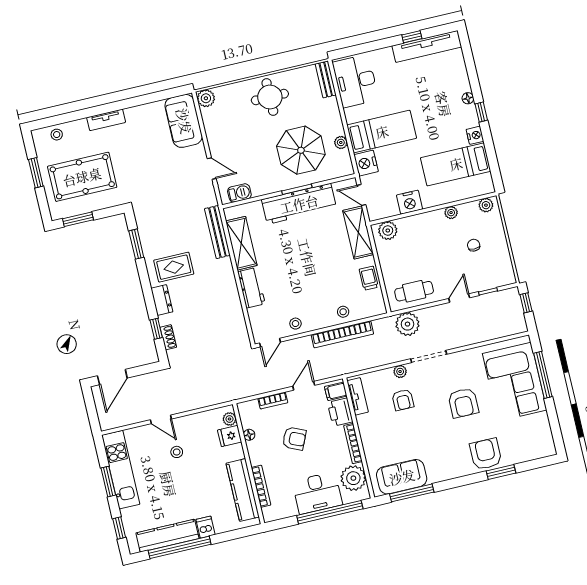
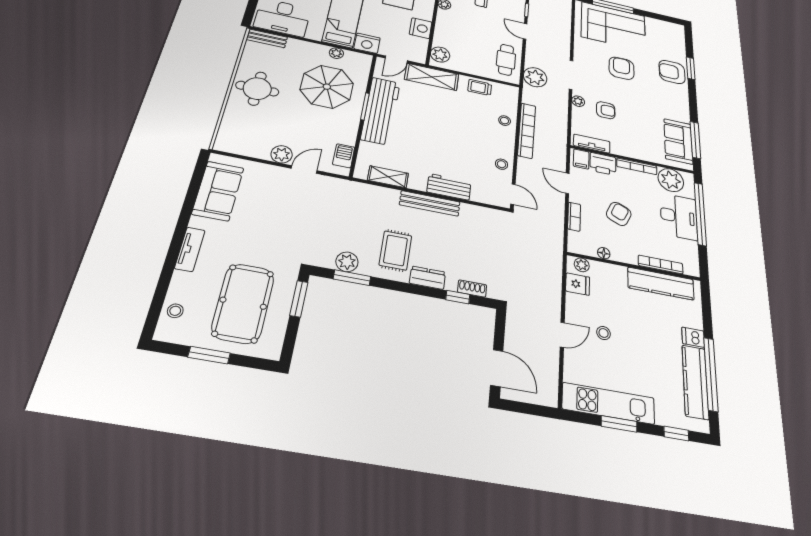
plant: (206, 98) -> (282, 154), moved
sofa: (184, 121) -> (218, 191), moved, turned -90
window: (78, 219) -> (299, 299), moved
bench: (217, 232) -> (430, 203), moved
plant: (147, 235) -> (347, 262), added
shelving: (241, 243) -> (388, 177), width x0.67, depth x0.75
armchair: (463, 403) -> (622, 68), turned -90
fridge: (230, 436) -> (578, 284), moved, turned -90

